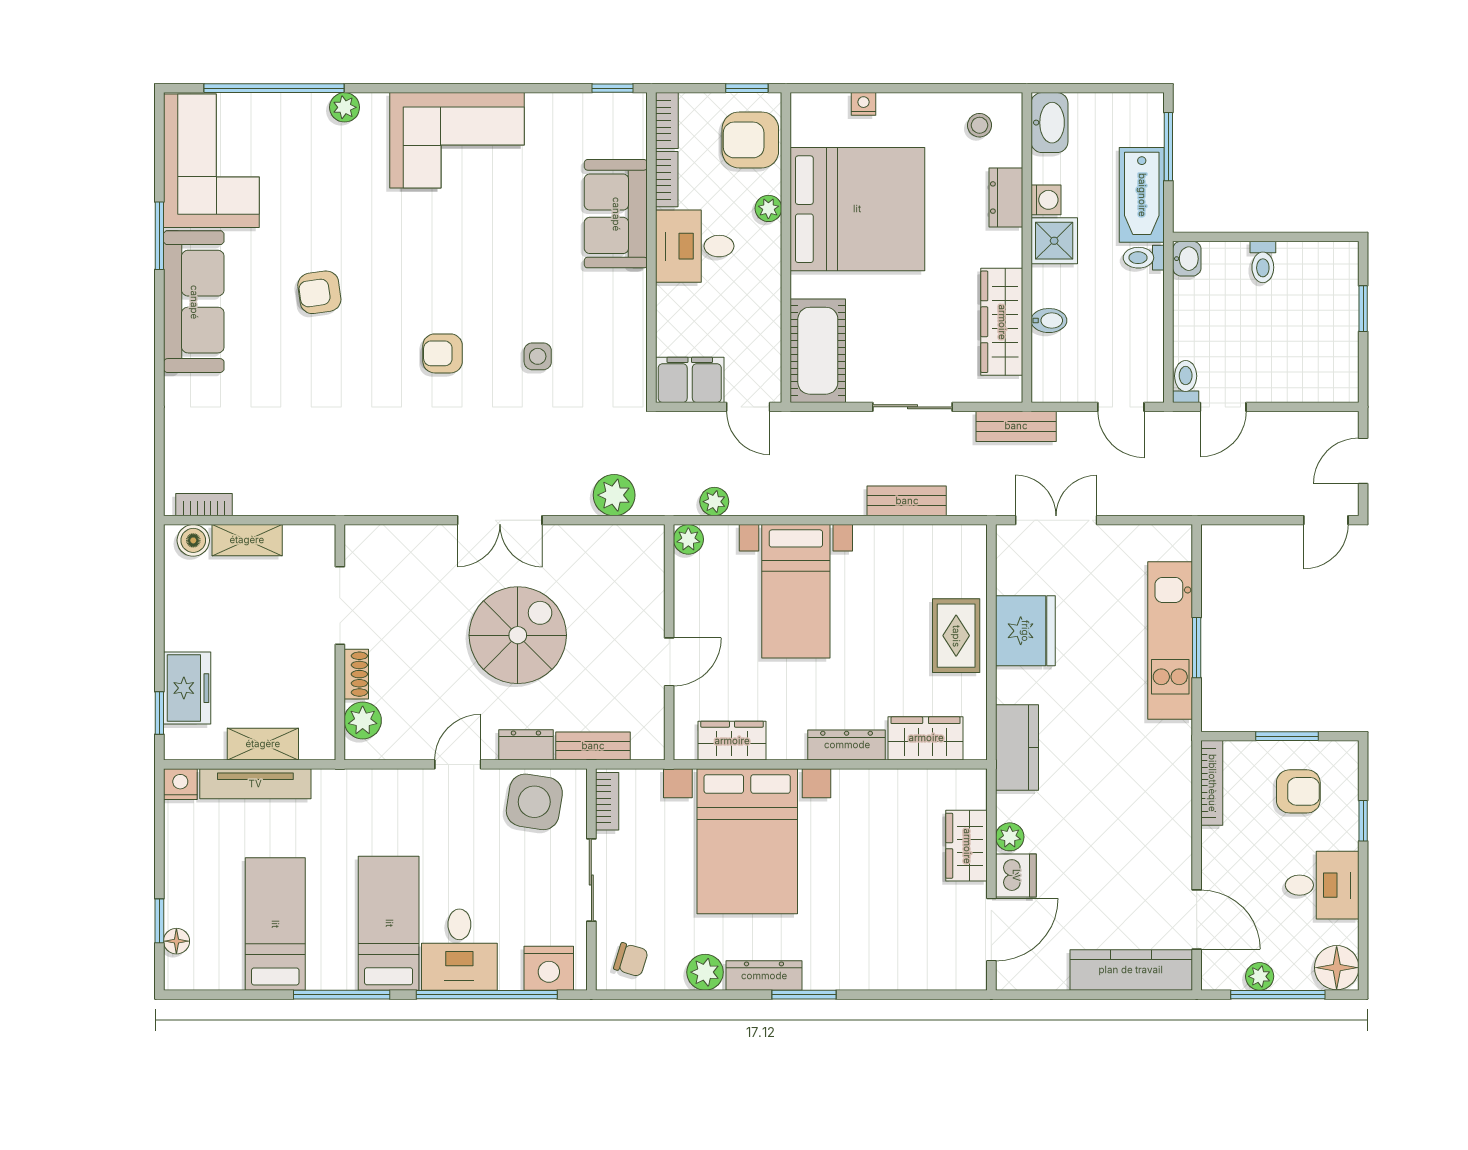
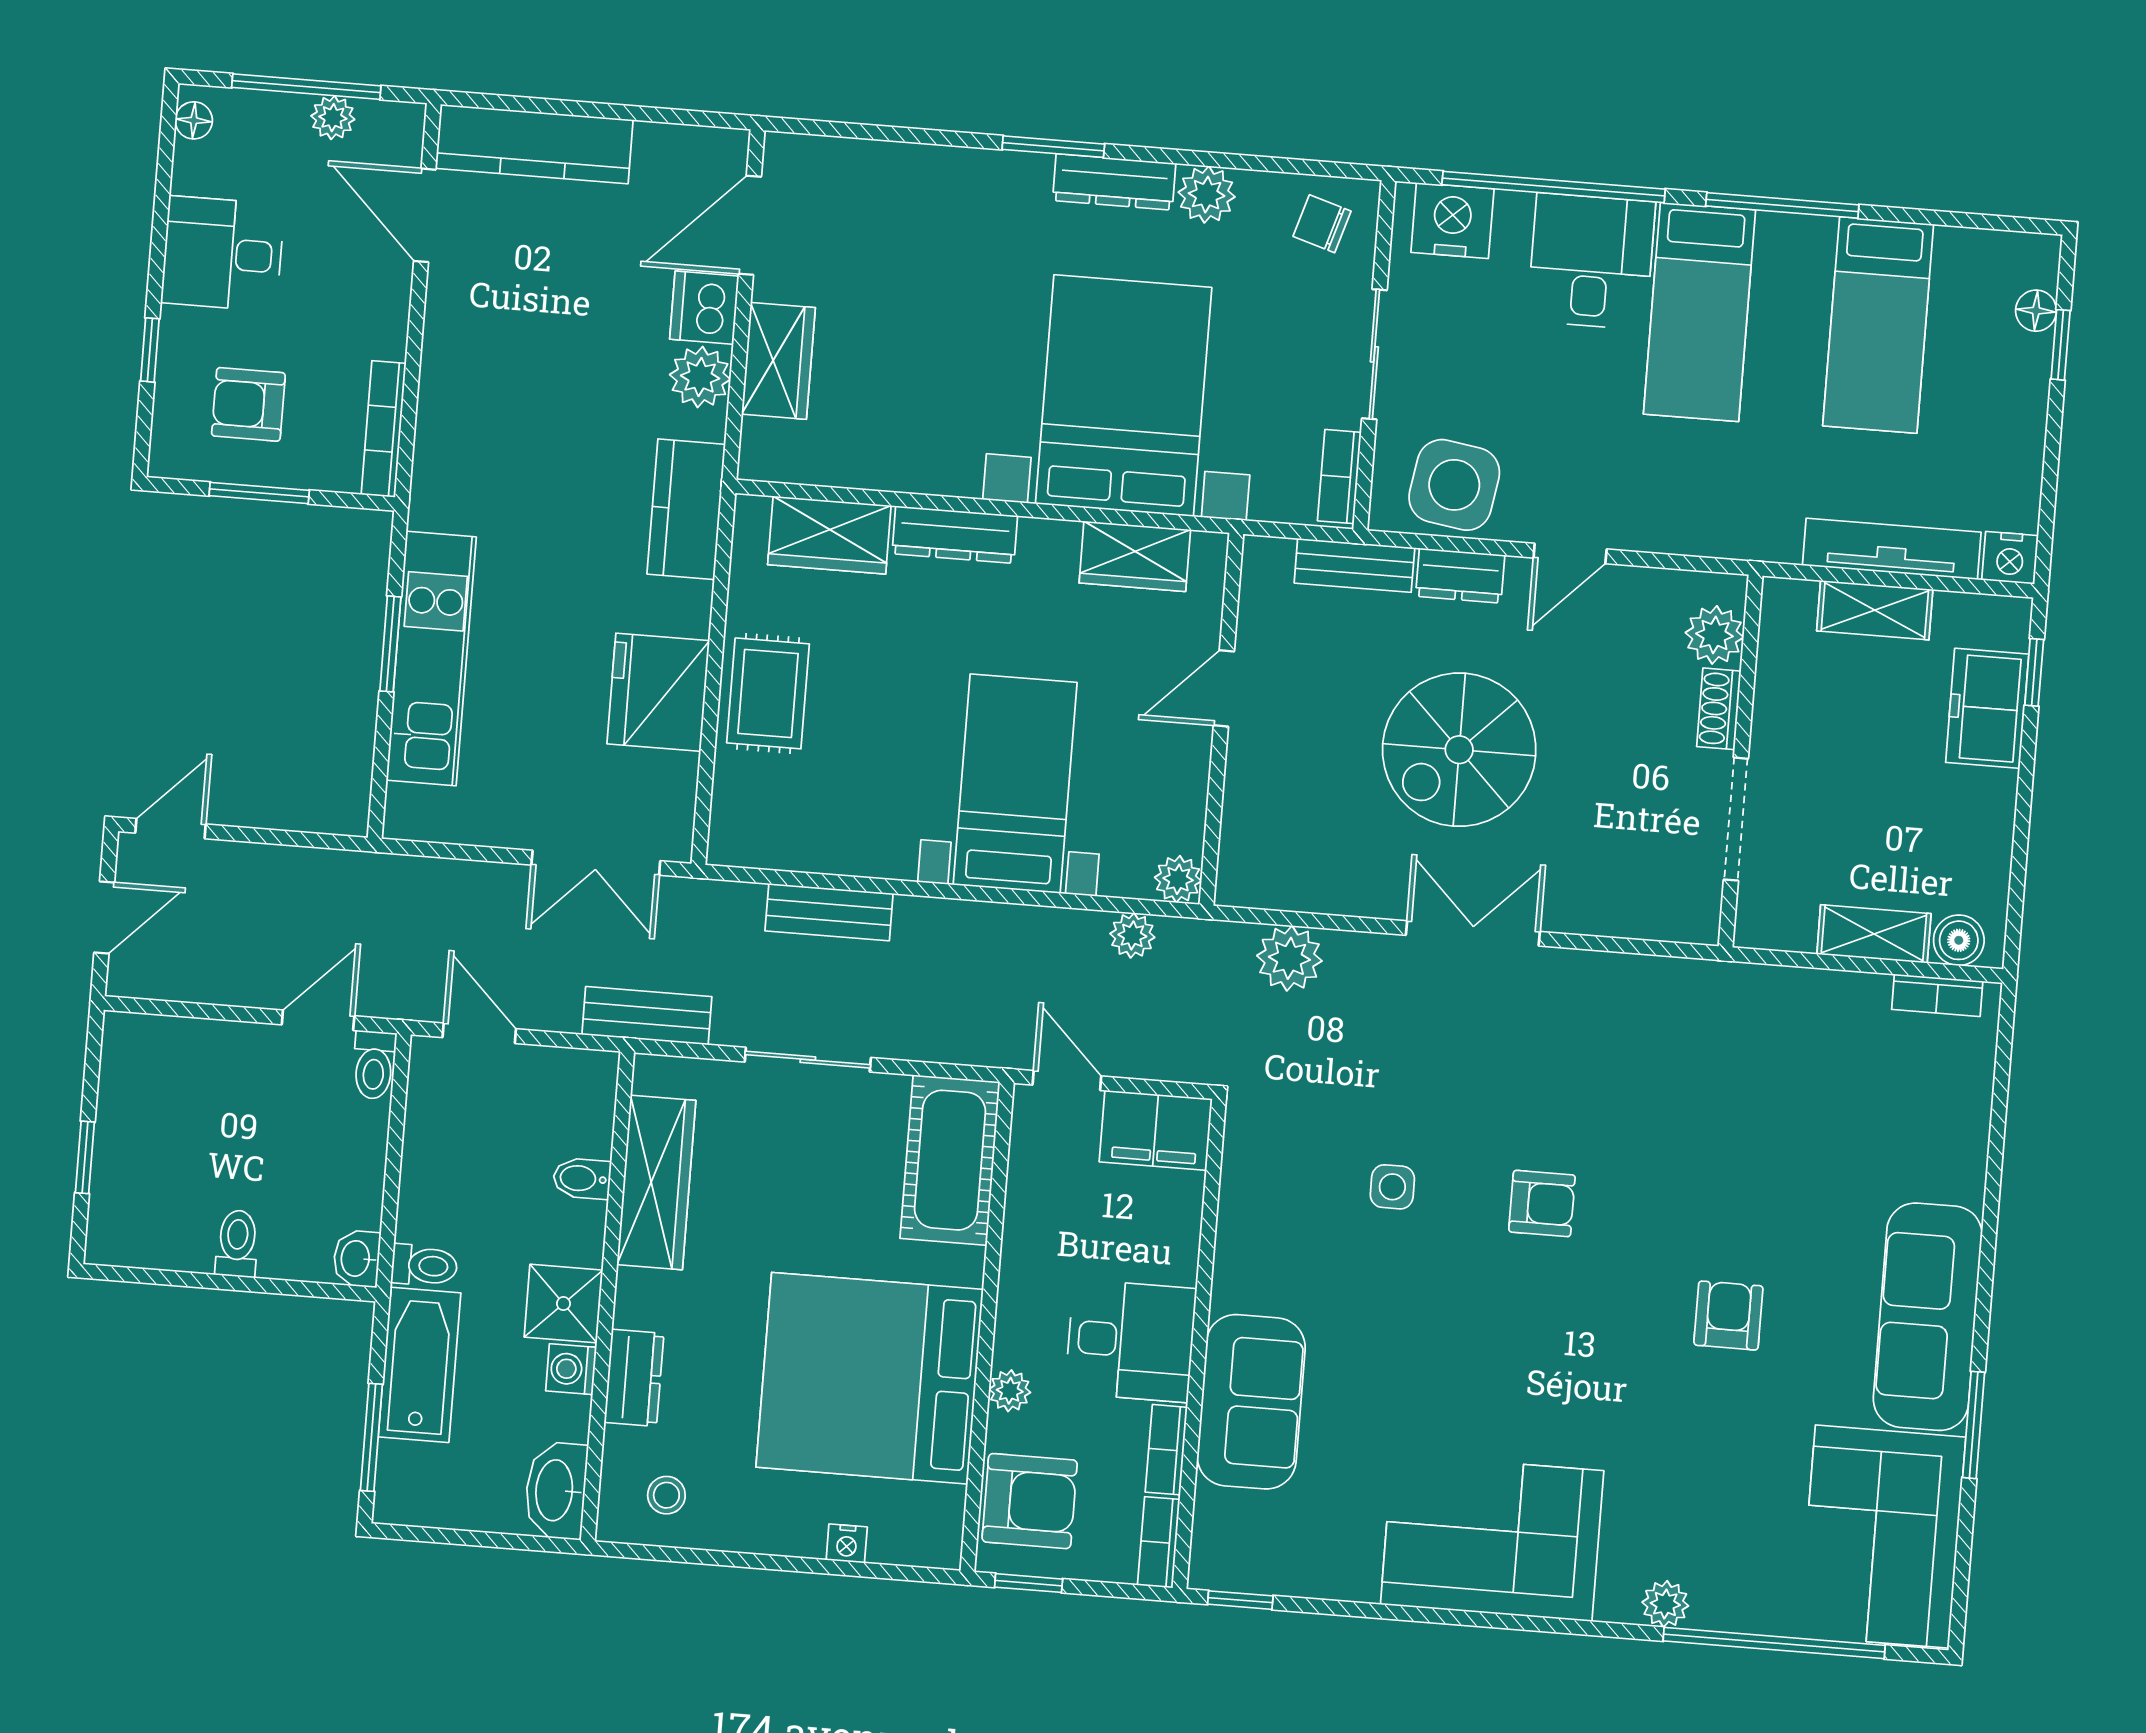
armchair: (319, 292) -> (1728, 1315), turned -82
plant: (1010, 837) -> (700, 377), width x1.38, depth x1.38
floor lamp: (1337, 968) -> (194, 120), width x0.53, depth x0.53

